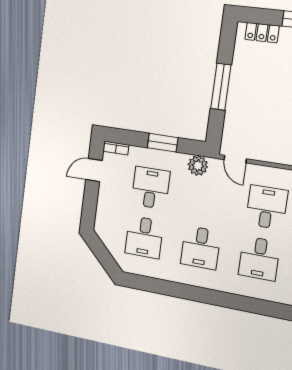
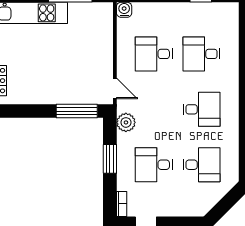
window: (221, 87) -> (77, 111), moved
door: (235, 159) -> (115, 89), hinge flipped
desk: (259, 259) -> (201, 54), turned 180

